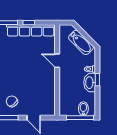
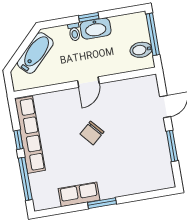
door: (57, 61) -> (88, 82), moved
chair: (12, 101) -> (92, 133), moved
bidet: (83, 109) -> (141, 50), moved

